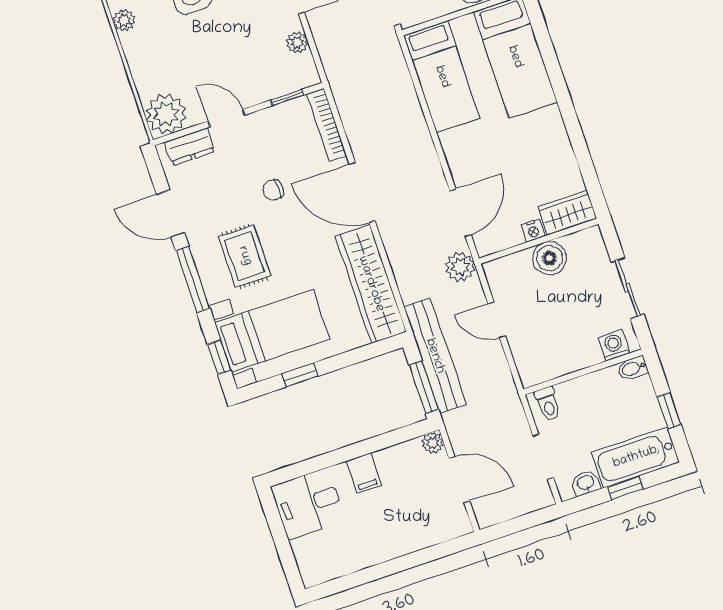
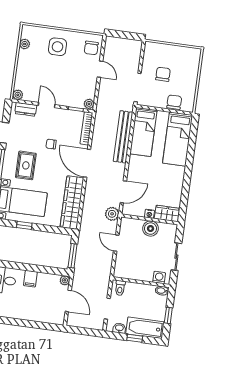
plant: (297, 42) -> (89, 104), moved
plant: (166, 114) -> (18, 95), width x0.53, depth x0.53
bench: (435, 356) -> (123, 137), moved

